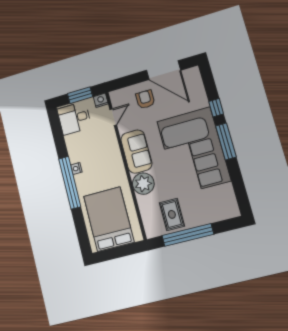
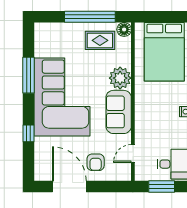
nightstand: (101, 100) -> (141, 175), removed
window: (226, 141) -> (28, 75), moved
rug: (172, 214) -> (100, 40), turned 90
floor lamp: (152, 231) -> (124, 29), added

